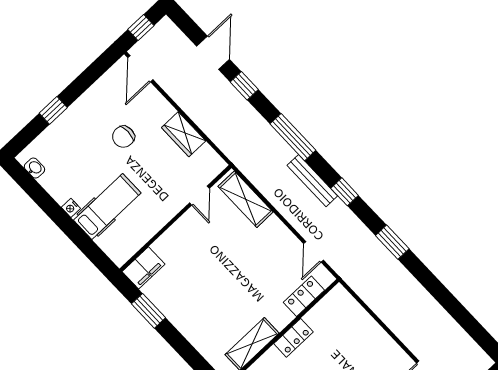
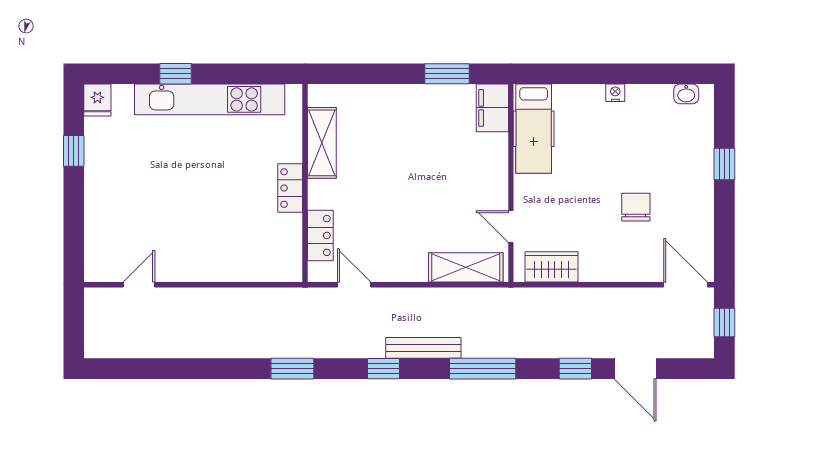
wardrobe: (184, 134) -> (551, 267), moved
hospital bed: (107, 207) -> (534, 129), moved

